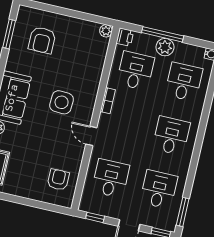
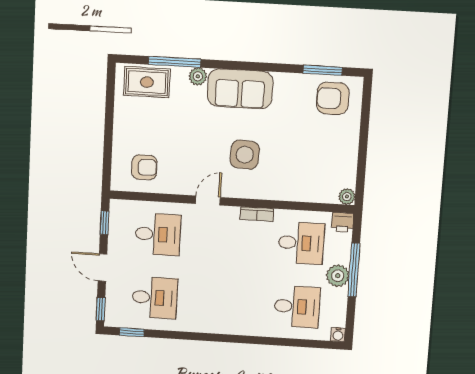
armchair: (42, 40) -> (333, 98), moved
desk: (171, 136) -> (226, 302), removed
window: (183, 212) -> (132, 332), width x0.67

